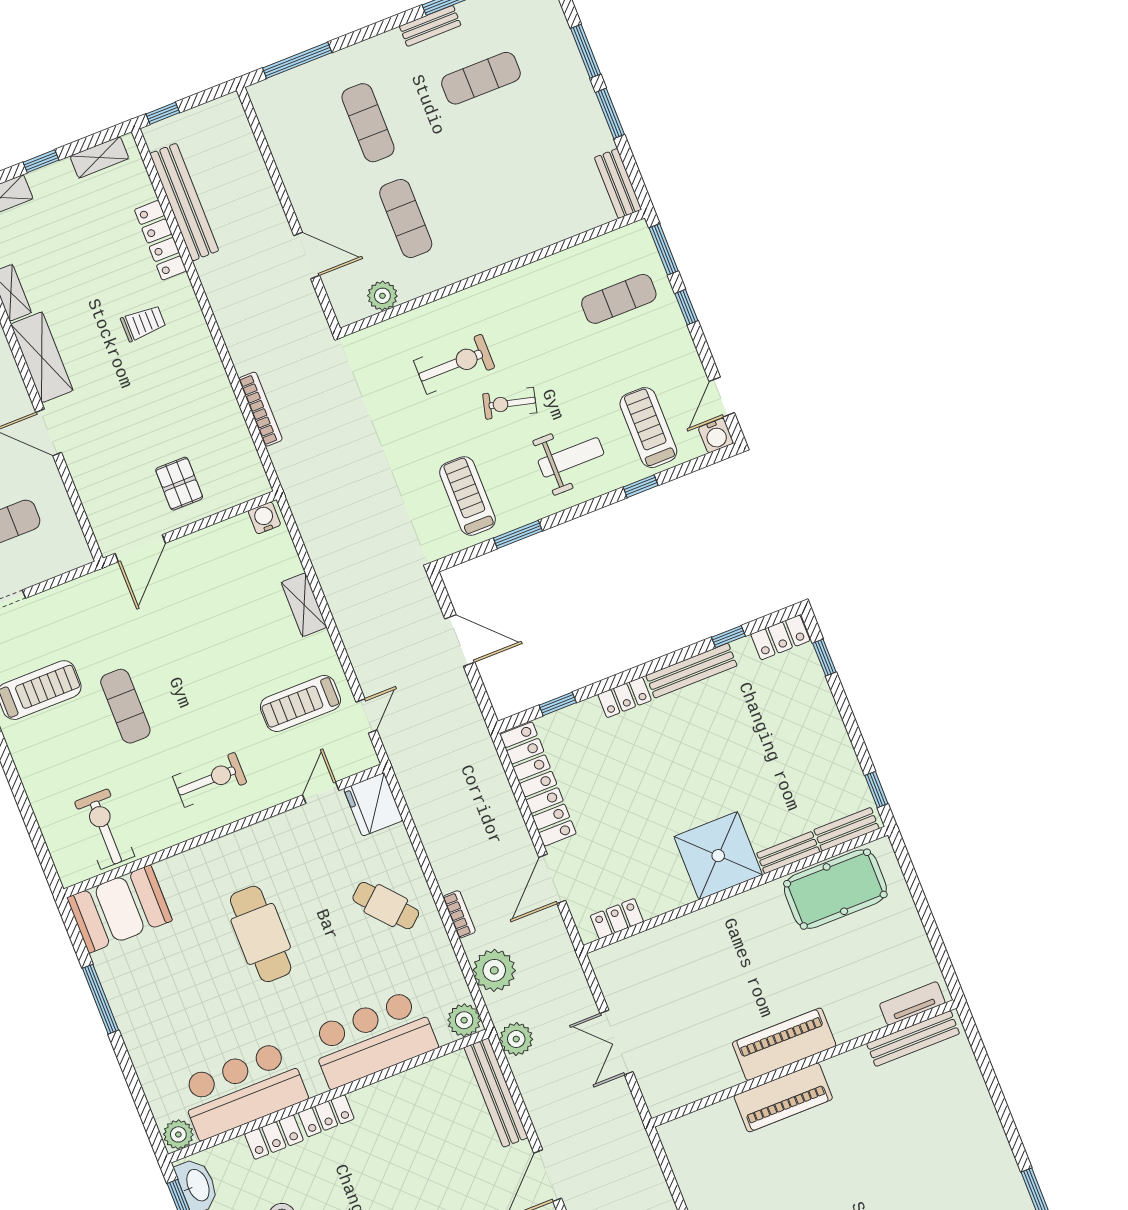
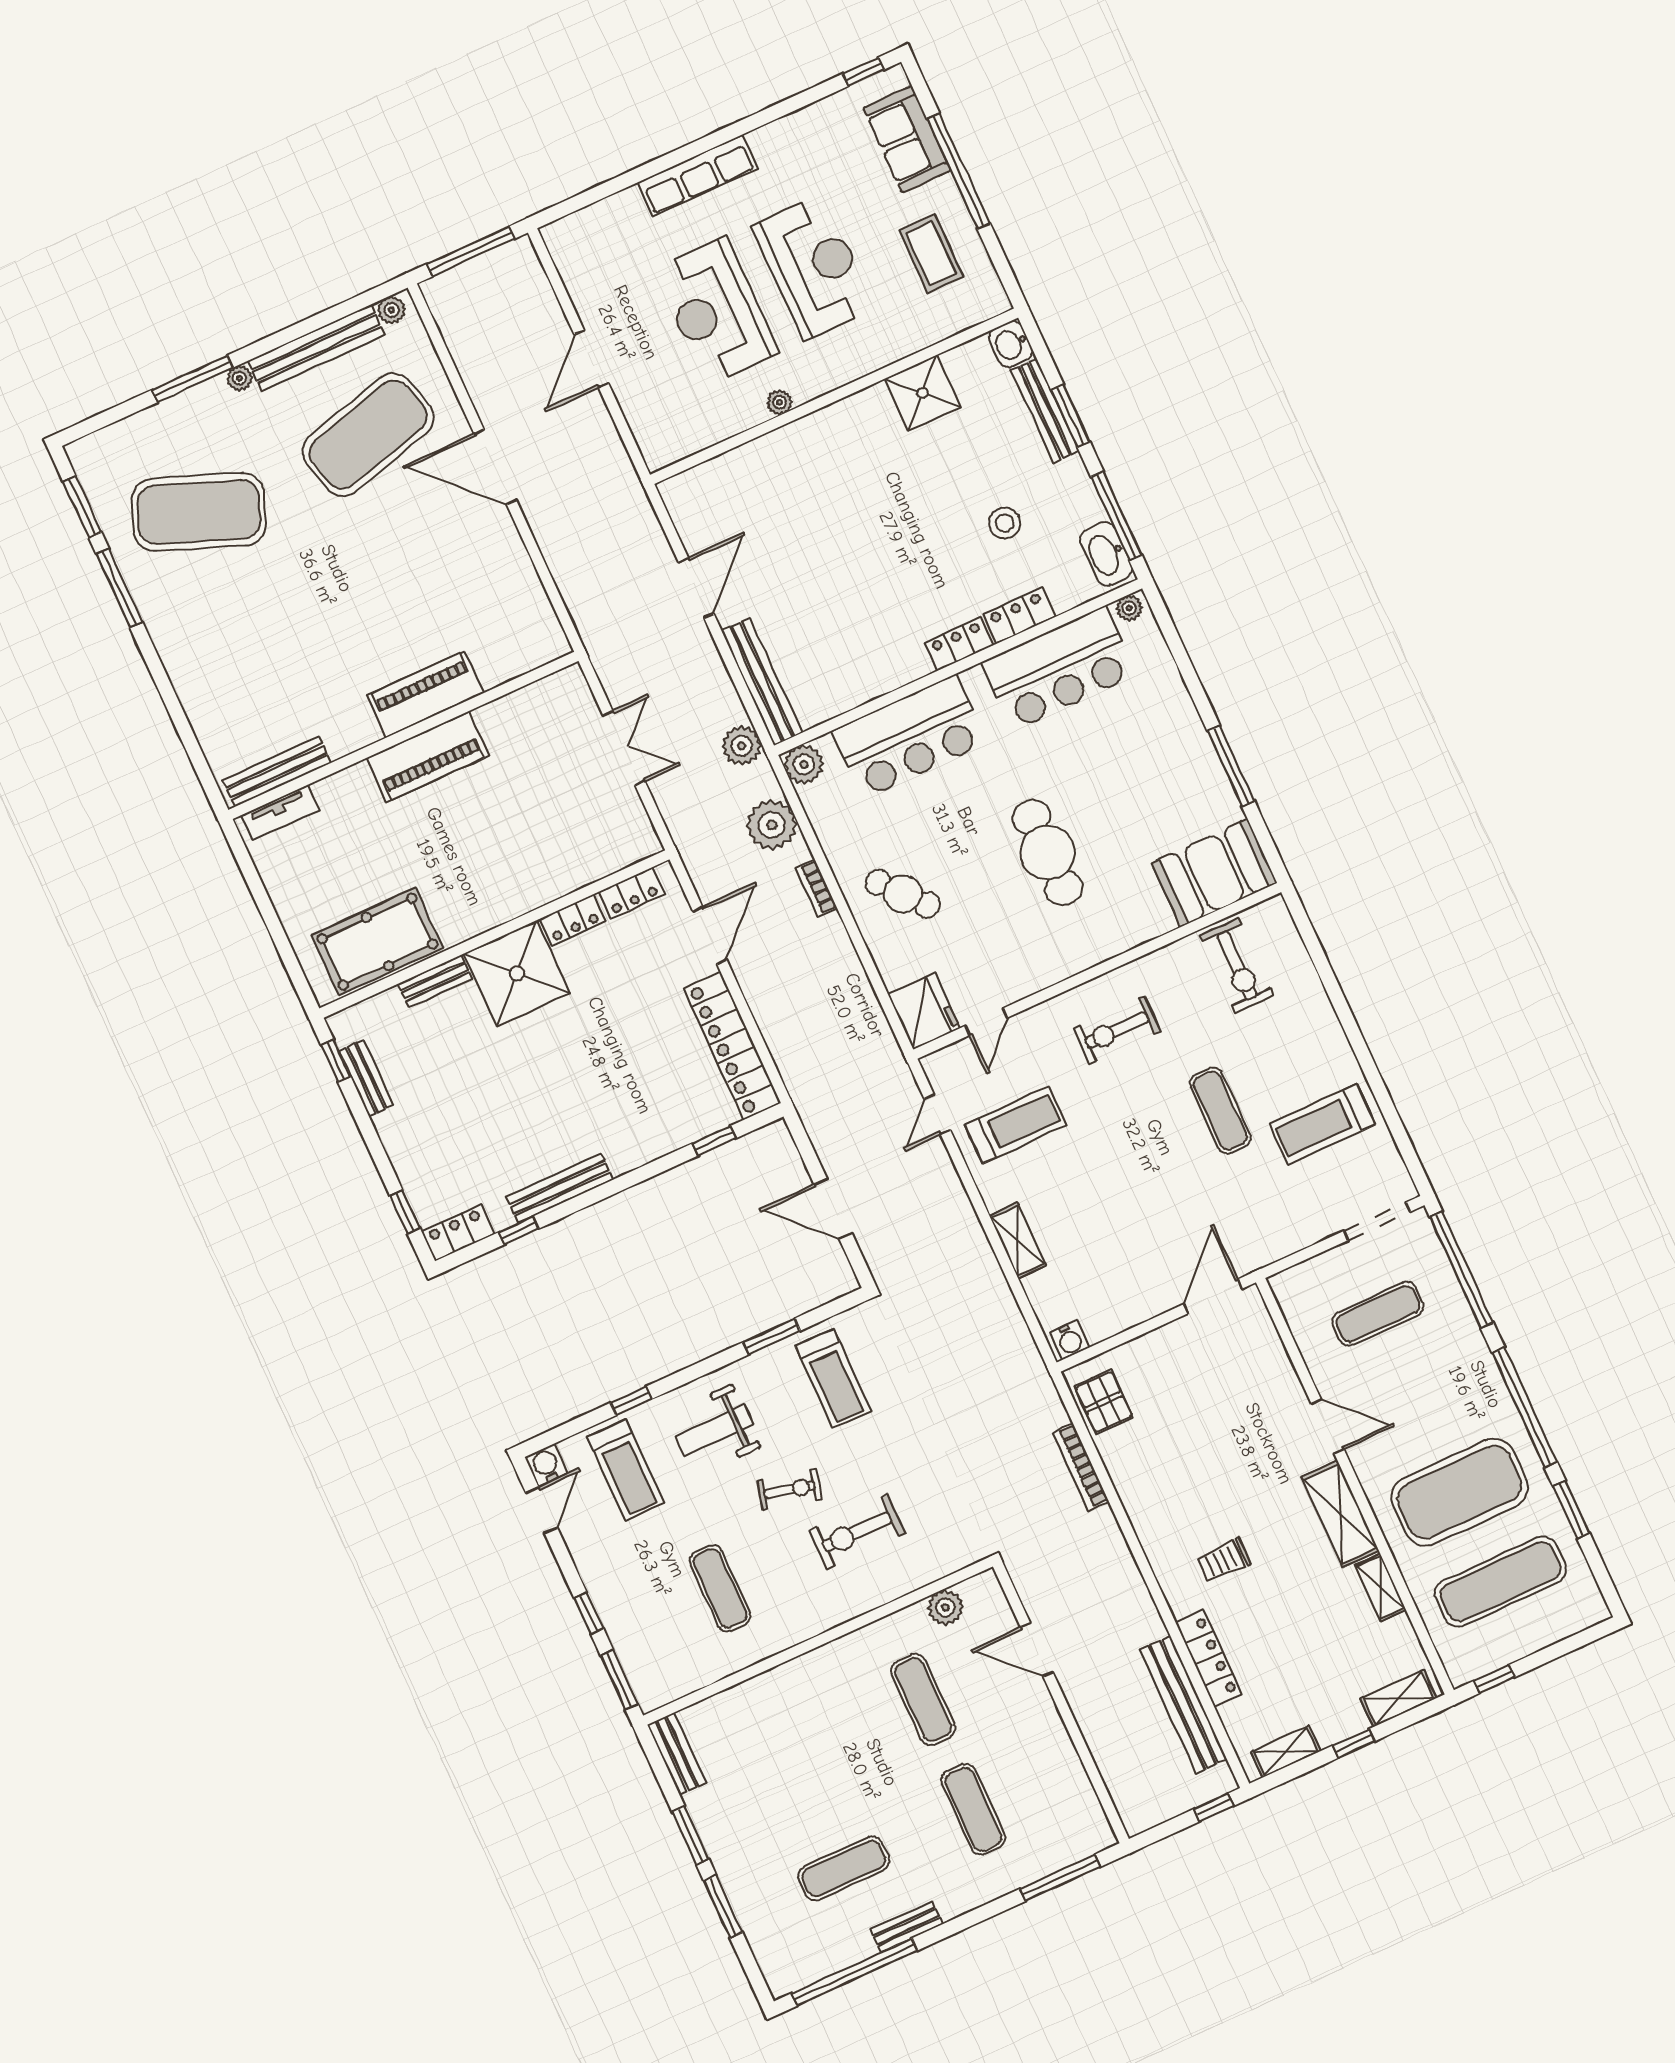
exercise mat: (619, 299) -> (720, 1588), moved, turned 90
pallet: (179, 484) -> (1104, 1402), moved
locker: (625, 697) -> (572, 920), moved, turned 180
bench: (847, 829) -> (366, 1078), moved, turned 90
plant: (178, 1134) -> (1129, 608), width x0.73, depth x0.73

